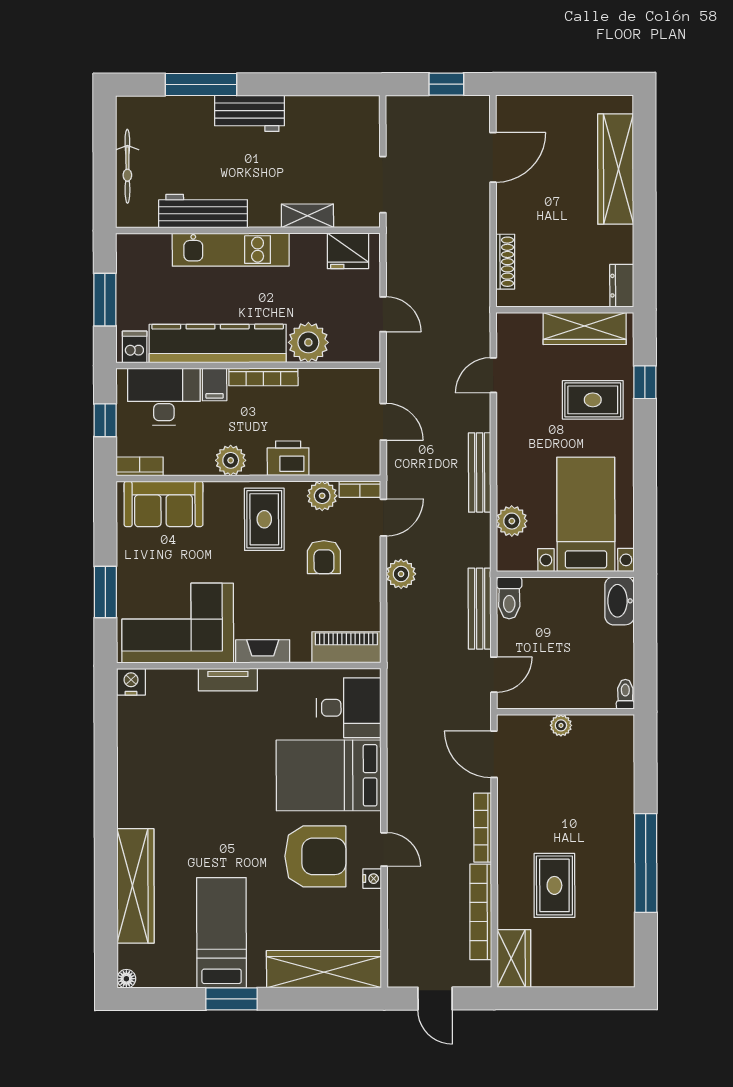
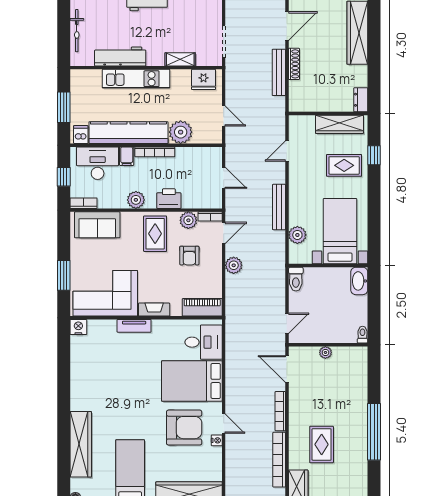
shoe rack: (505, 262) -> (294, 64), moved
bench: (480, 609) -> (279, 72), moved

